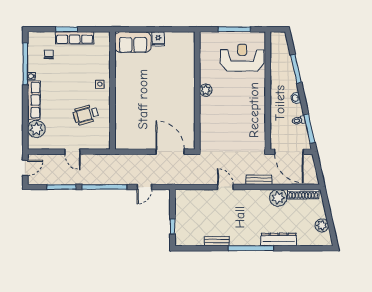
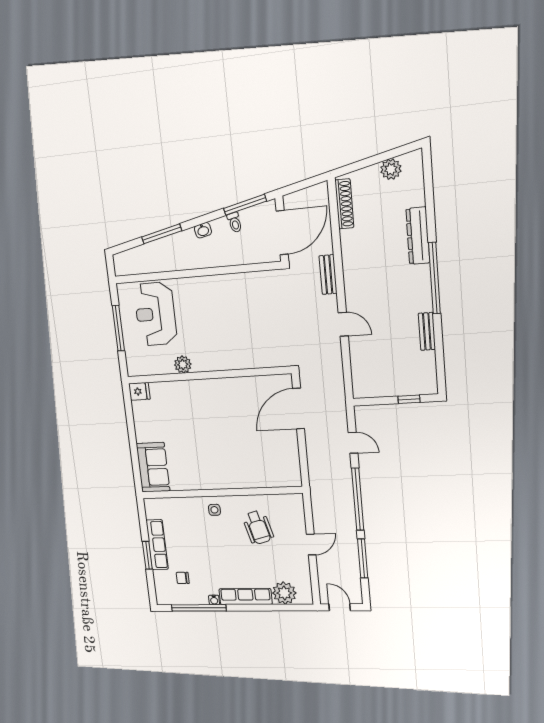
fridge: (158, 39) -> (139, 391), moved
plant: (206, 90) -> (183, 364), moved
door: (225, 187) -> (343, 324), swing flipped
plant: (278, 198) -> (353, 243), removed

